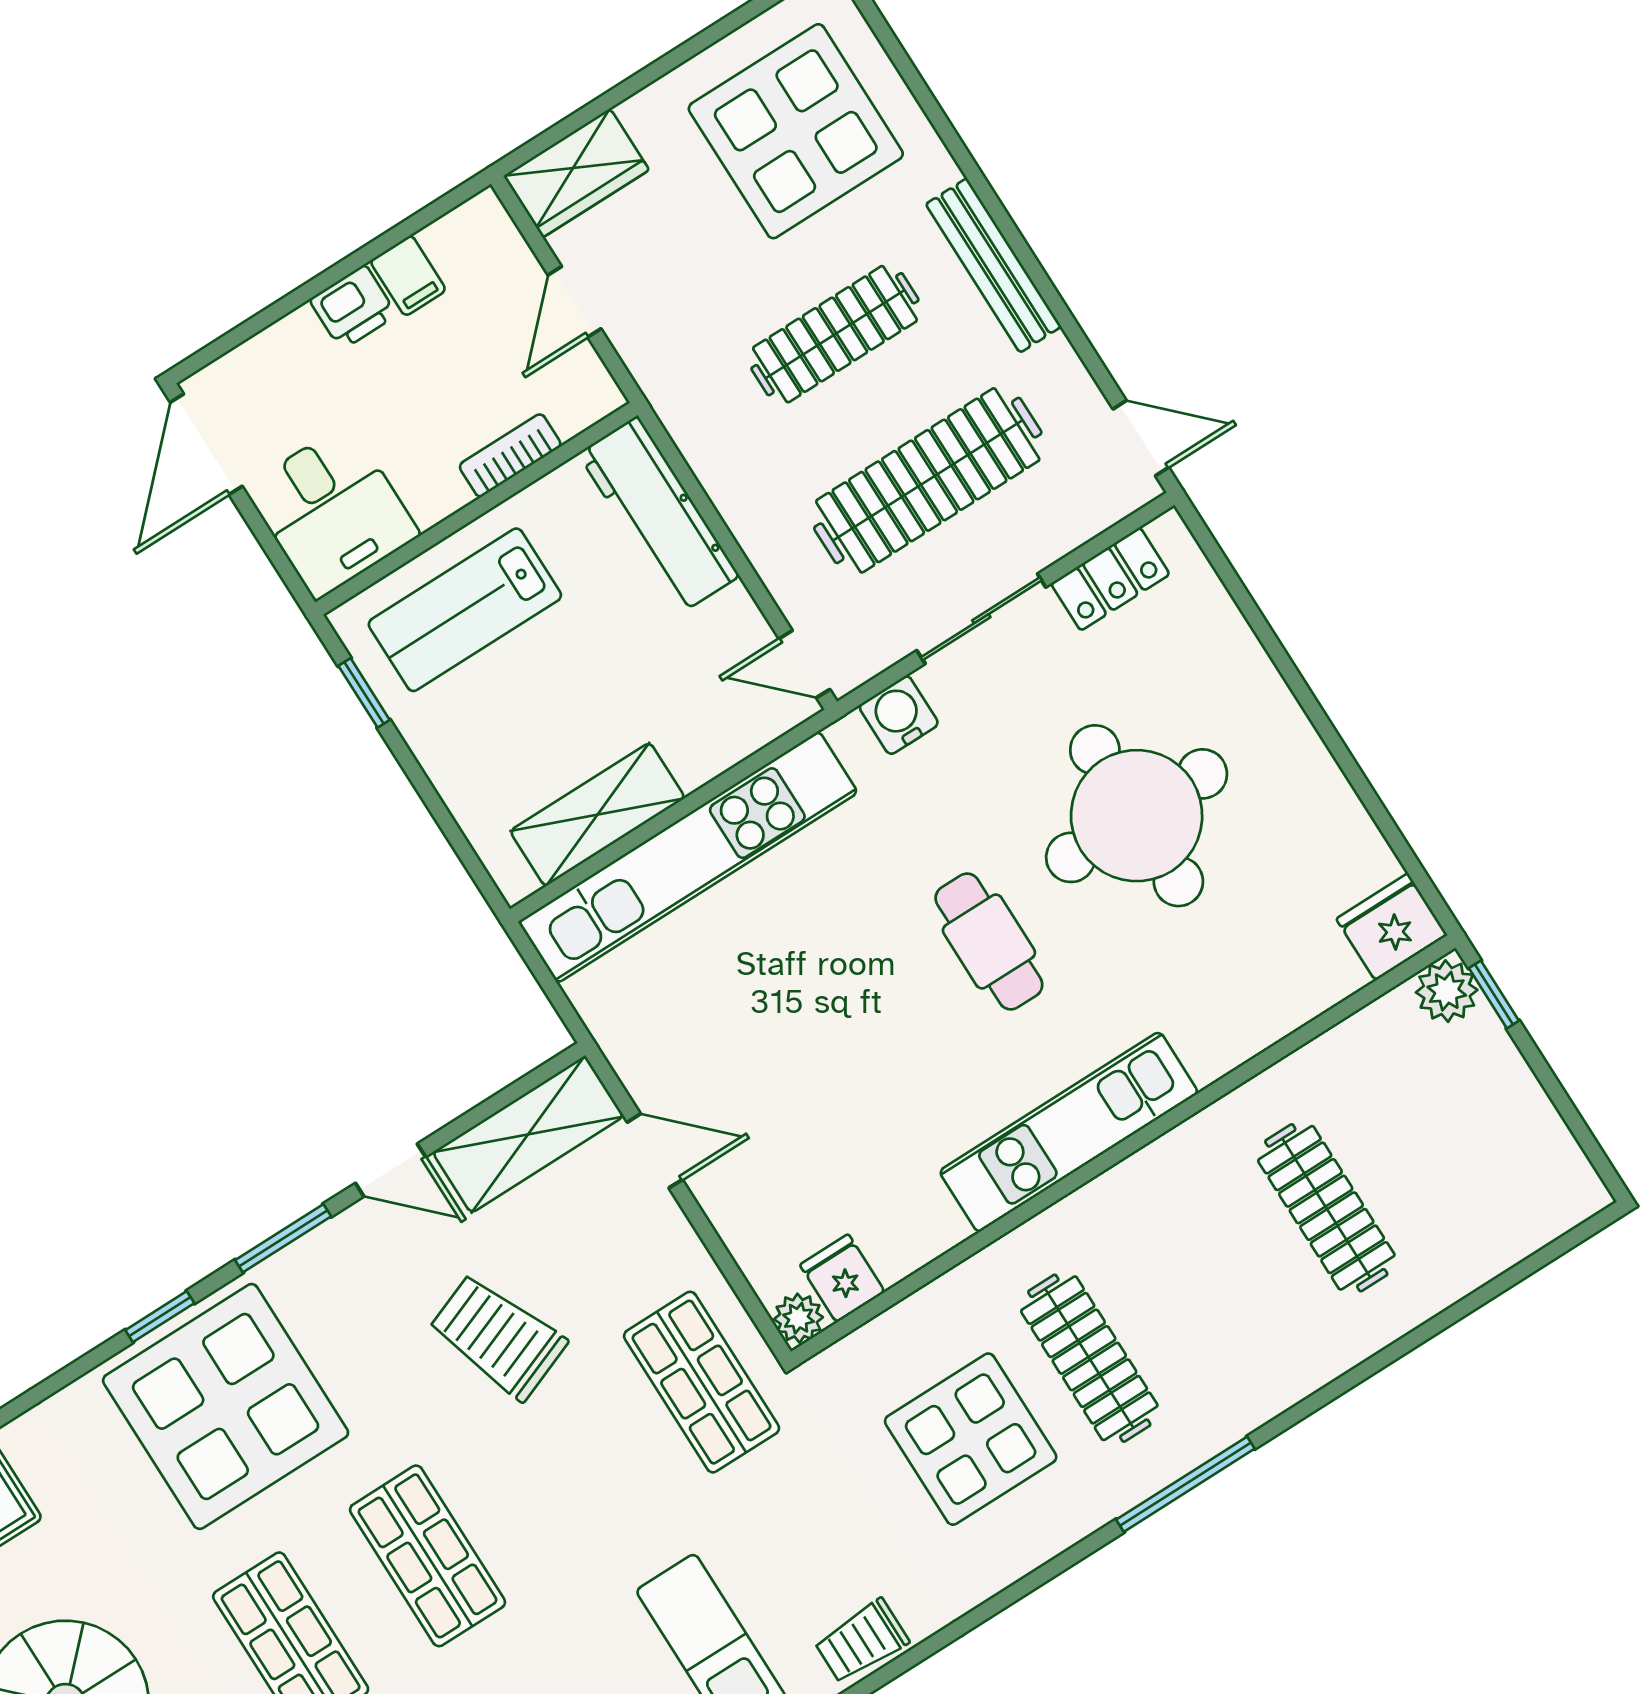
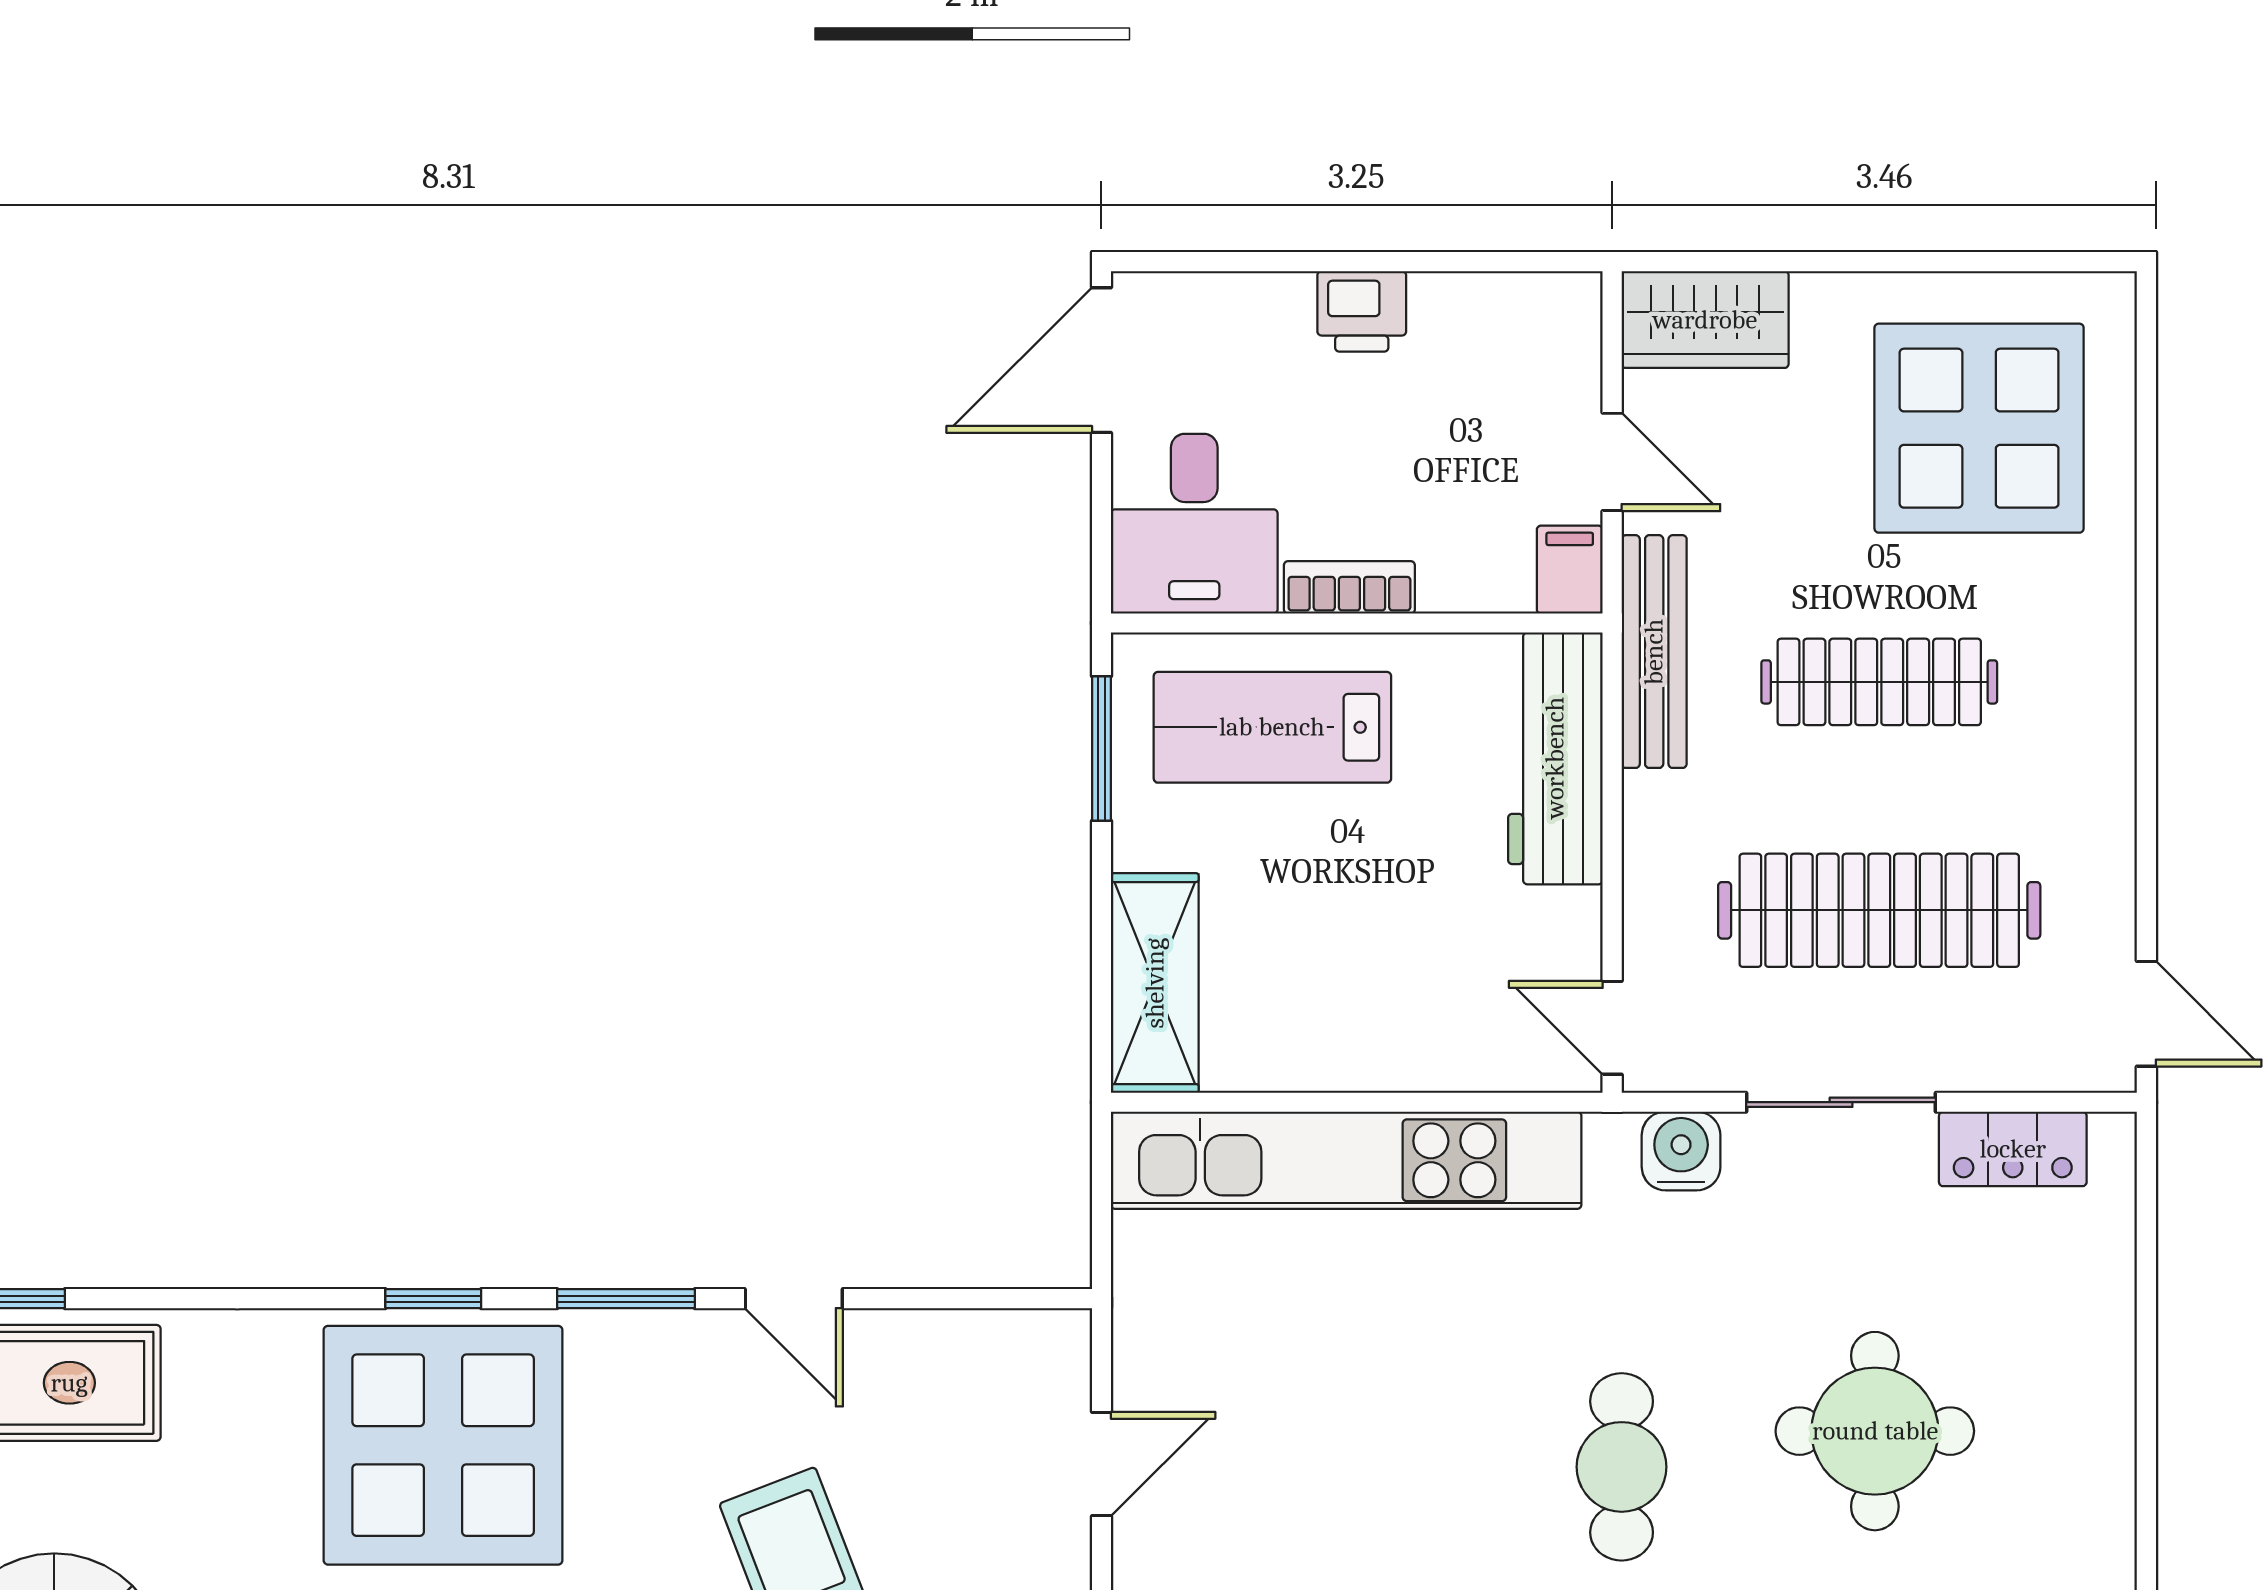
bench: (993, 265) -> (1654, 652), moved
filing cabinet: (408, 276) -> (1570, 570), moved, turned 180
door: (575, 302) -> (1612, 462), swing flipped
bookcase: (510, 455) -> (1349, 587), moved
window: (364, 693) -> (1101, 748), width x1.50
shelving: (597, 815) -> (1155, 983), moved, turned 90
round table: (1137, 816) -> (1875, 1431), width x0.73, depth x0.73
shelving: (528, 1134) -> (972, 1356), removed
door: (655, 1151) -> (1101, 1464), hinge flipped

